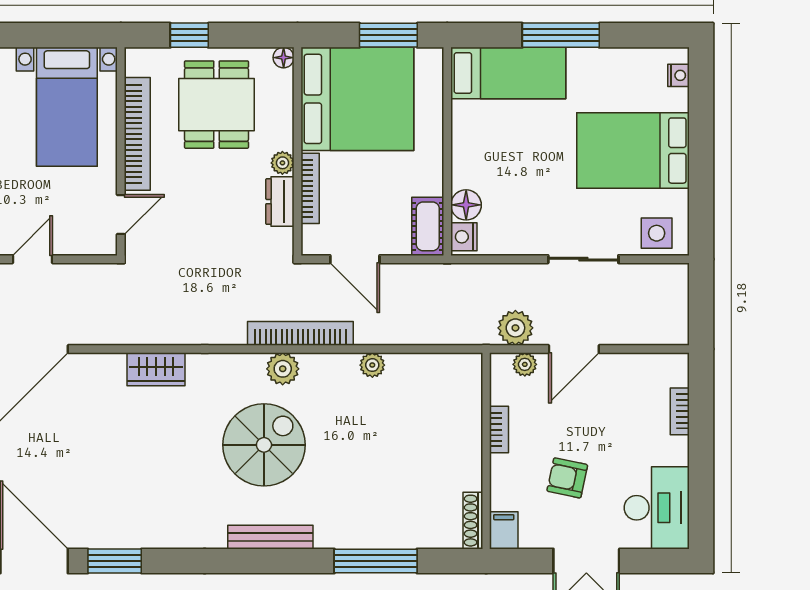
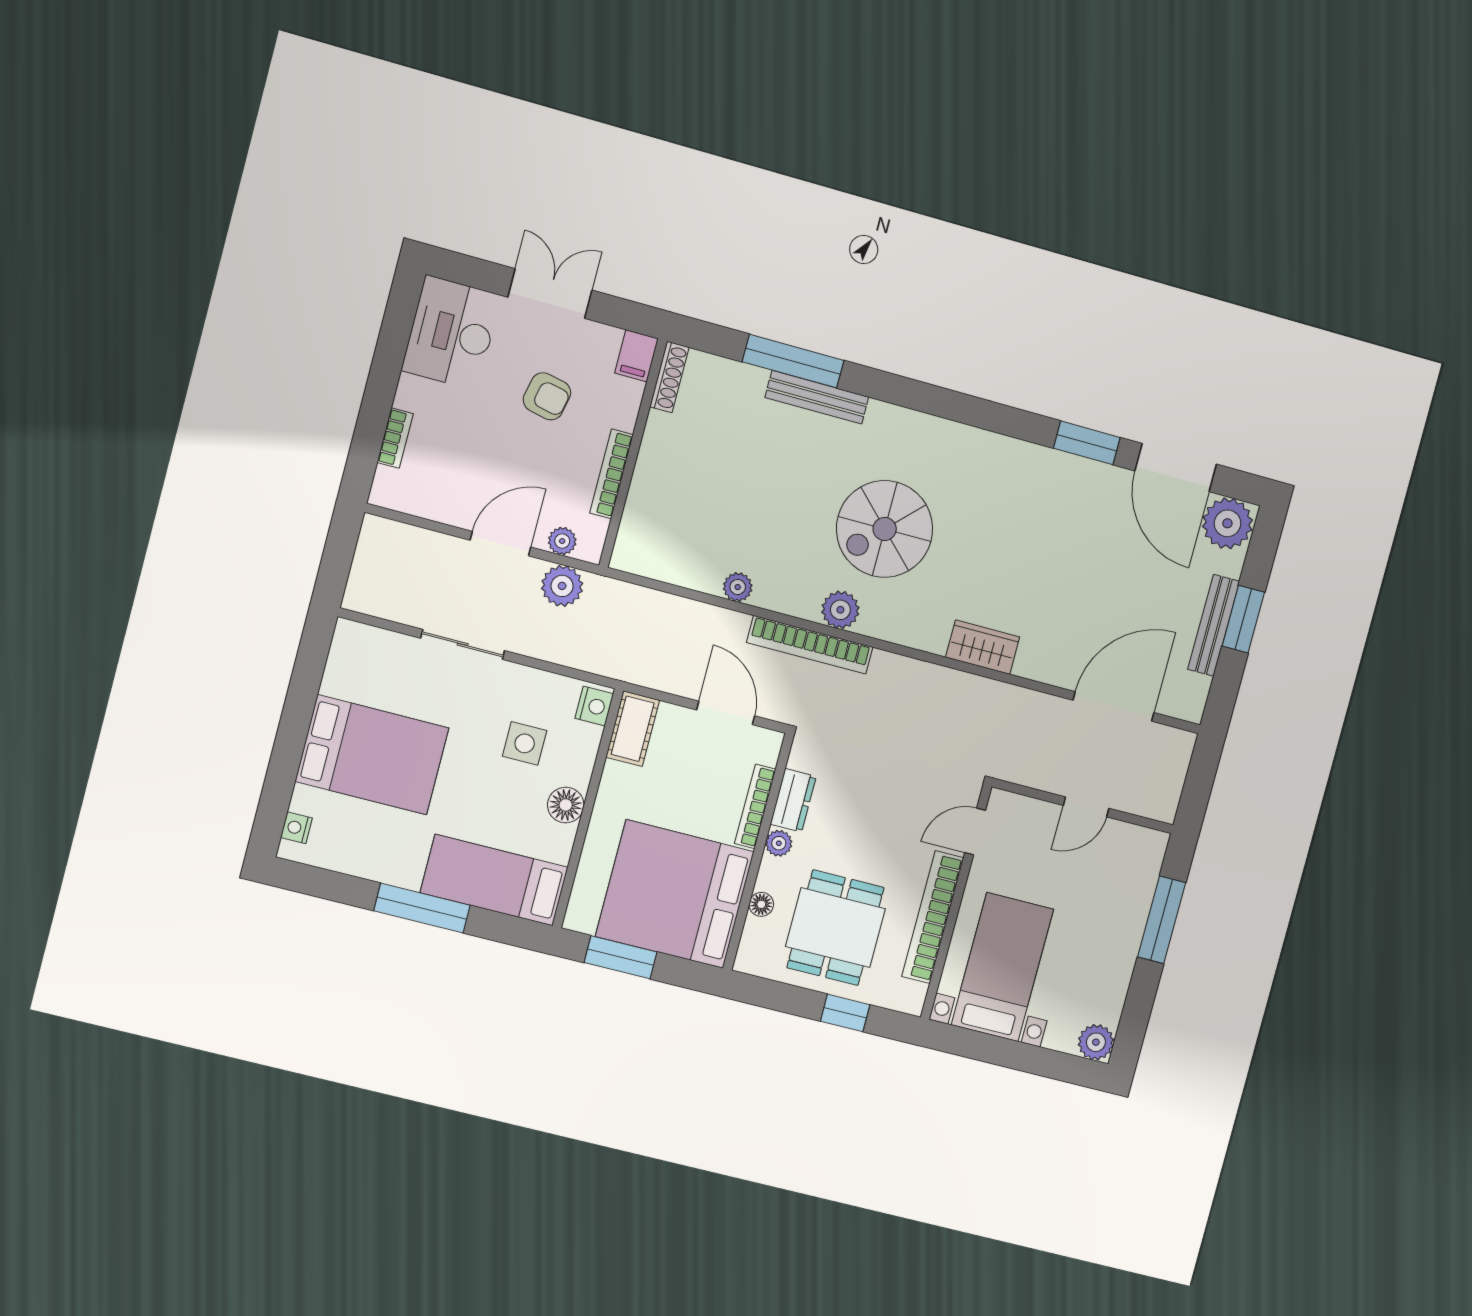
floor lamp: (284, 58) -> (761, 904), moved
floor lamp: (466, 205) -> (566, 805), moved
side table: (657, 233) -> (525, 743), moved
bookcase: (499, 430) -> (612, 474), width x1.56
bench: (270, 537) -> (817, 397), moved

